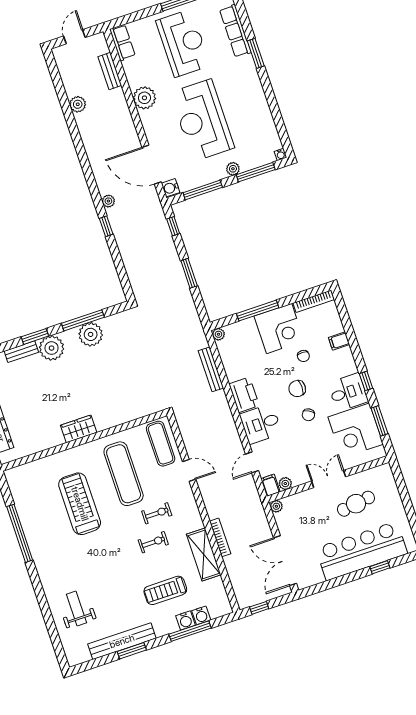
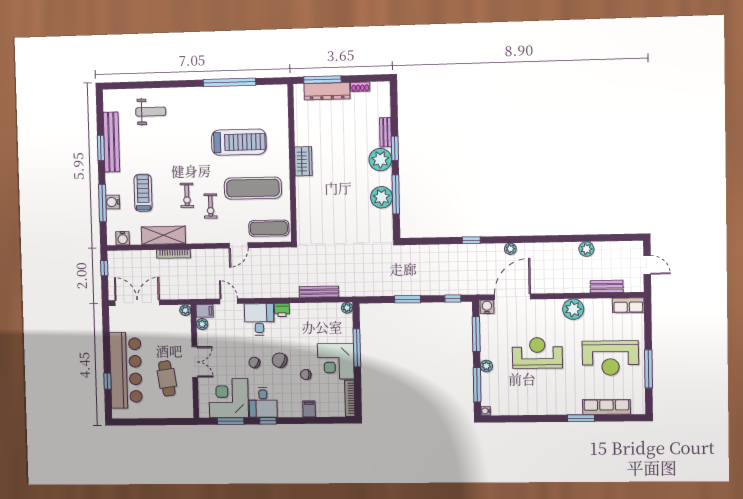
reception desk: (202, 120) -> (537, 353), width x0.74, depth x0.77
plant: (108, 201) -> (510, 249), moved
chair: (297, 389) -> (280, 360), turned -67
printer: (244, 395) -> (282, 310), width x0.53, depth x0.68
water cooler: (201, 615) -> (123, 238), moved, turned -90

